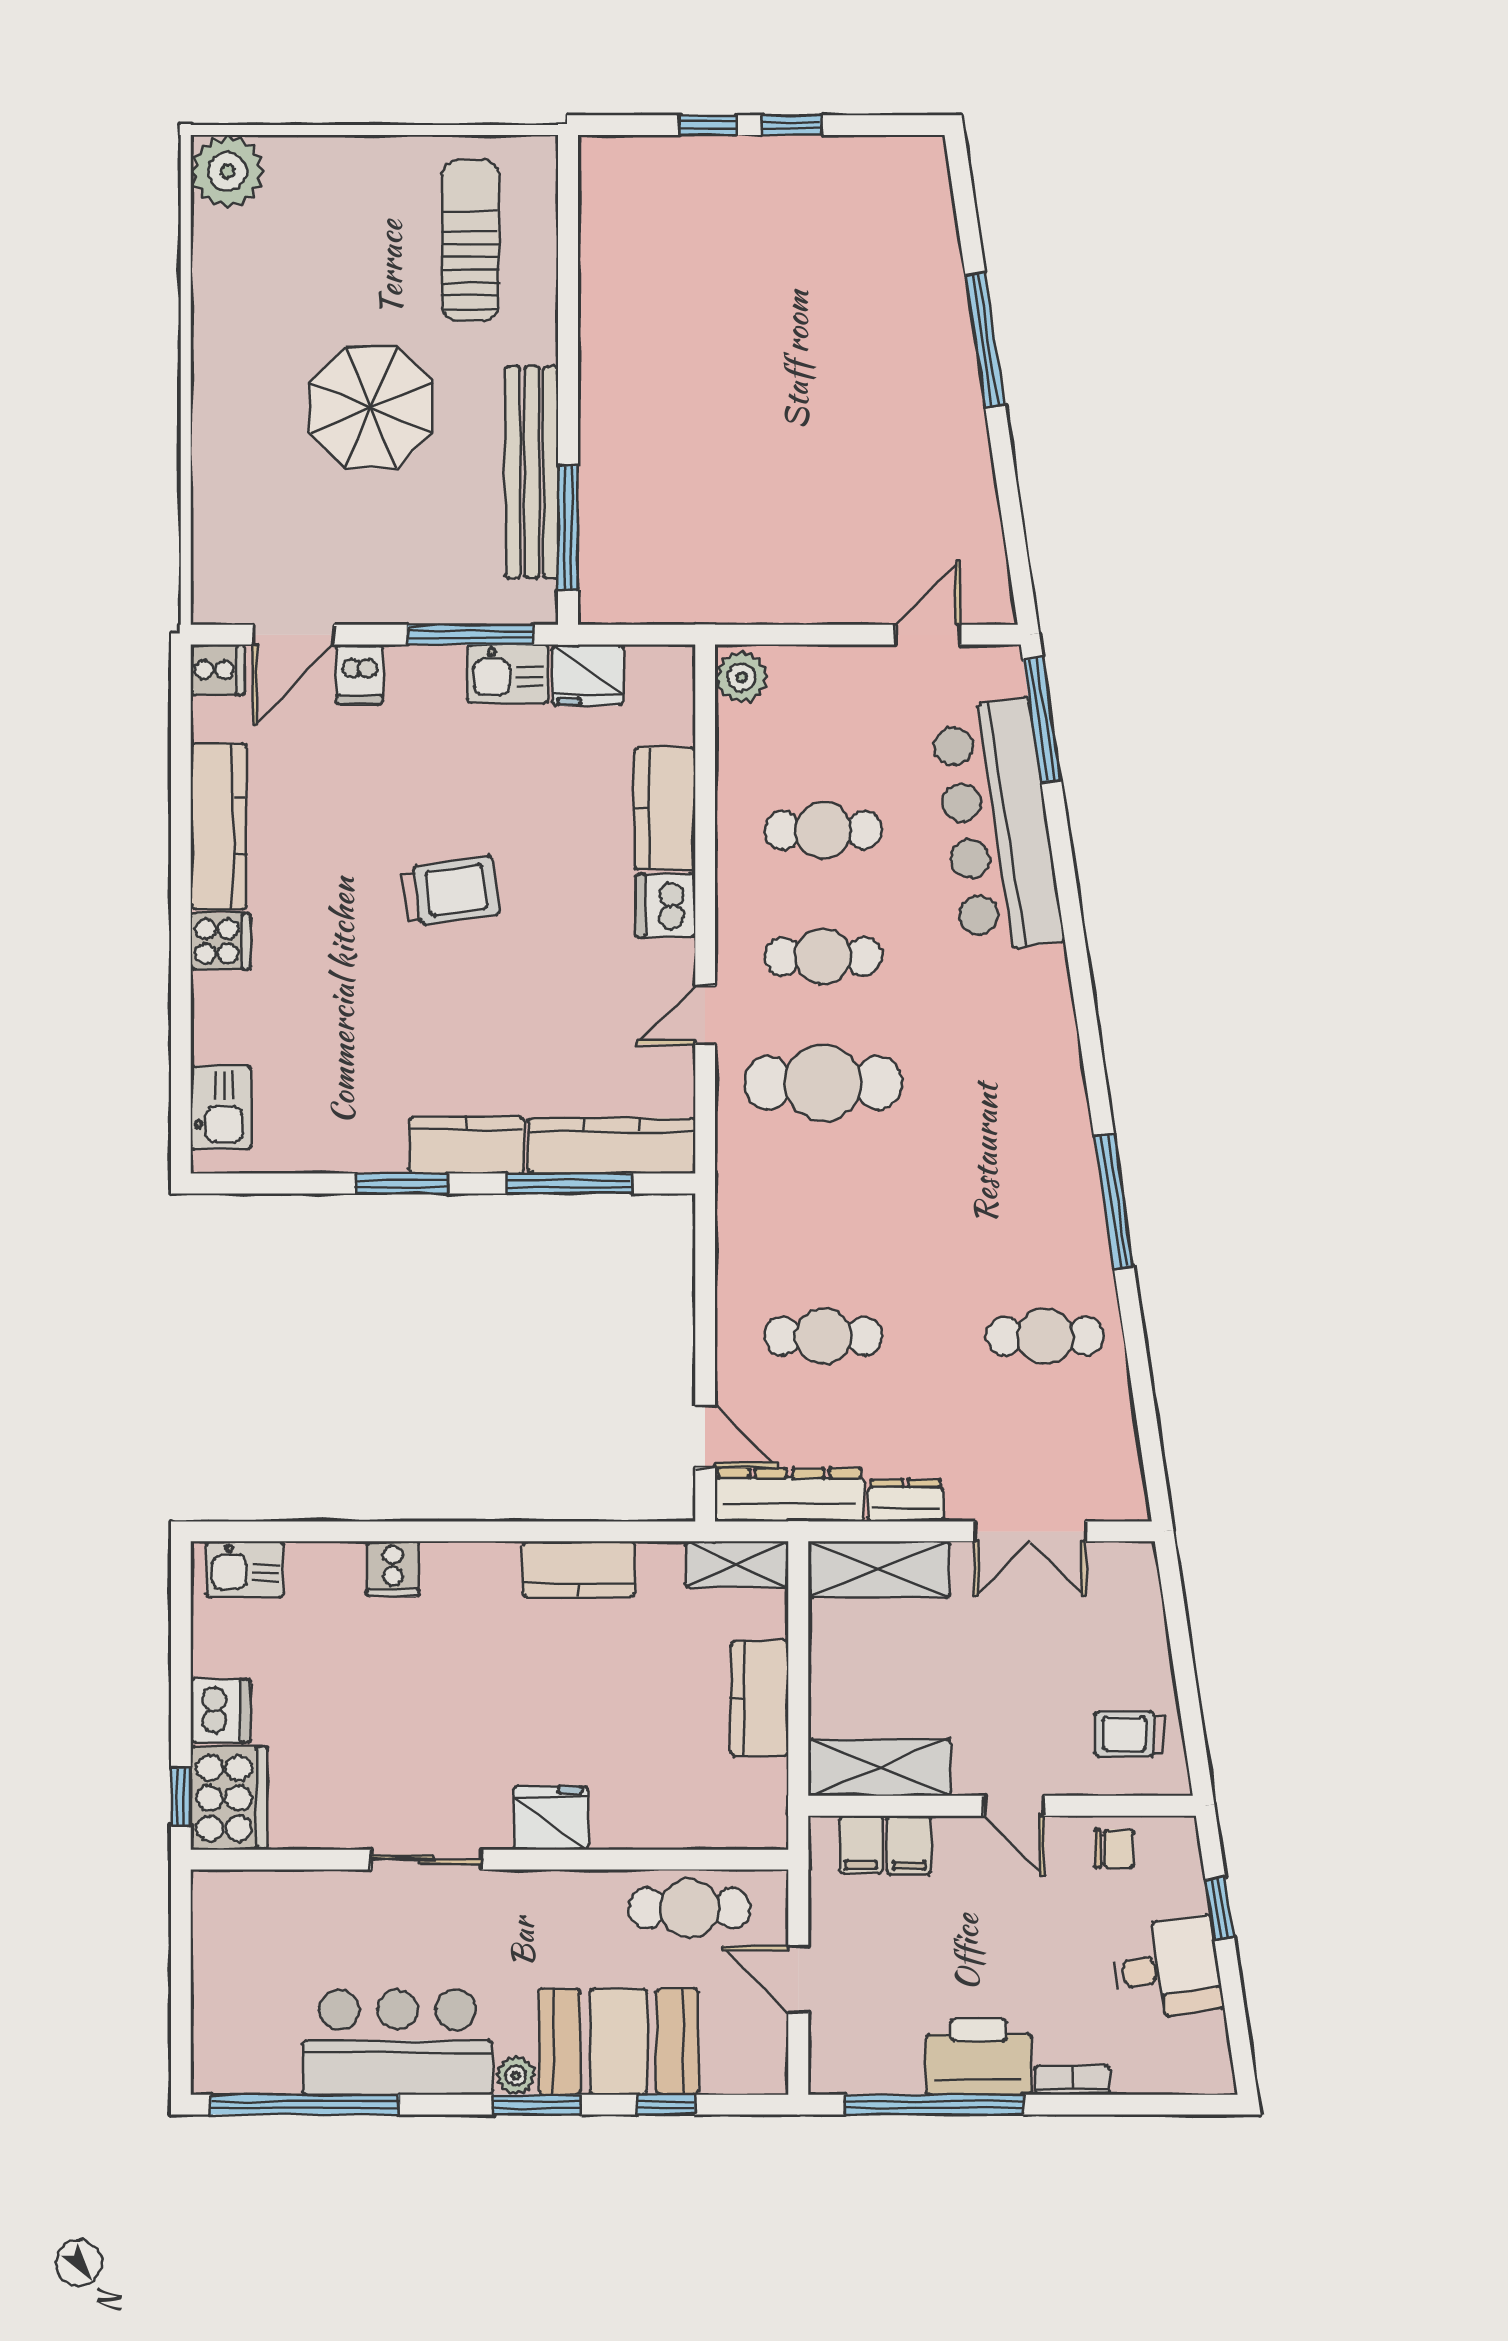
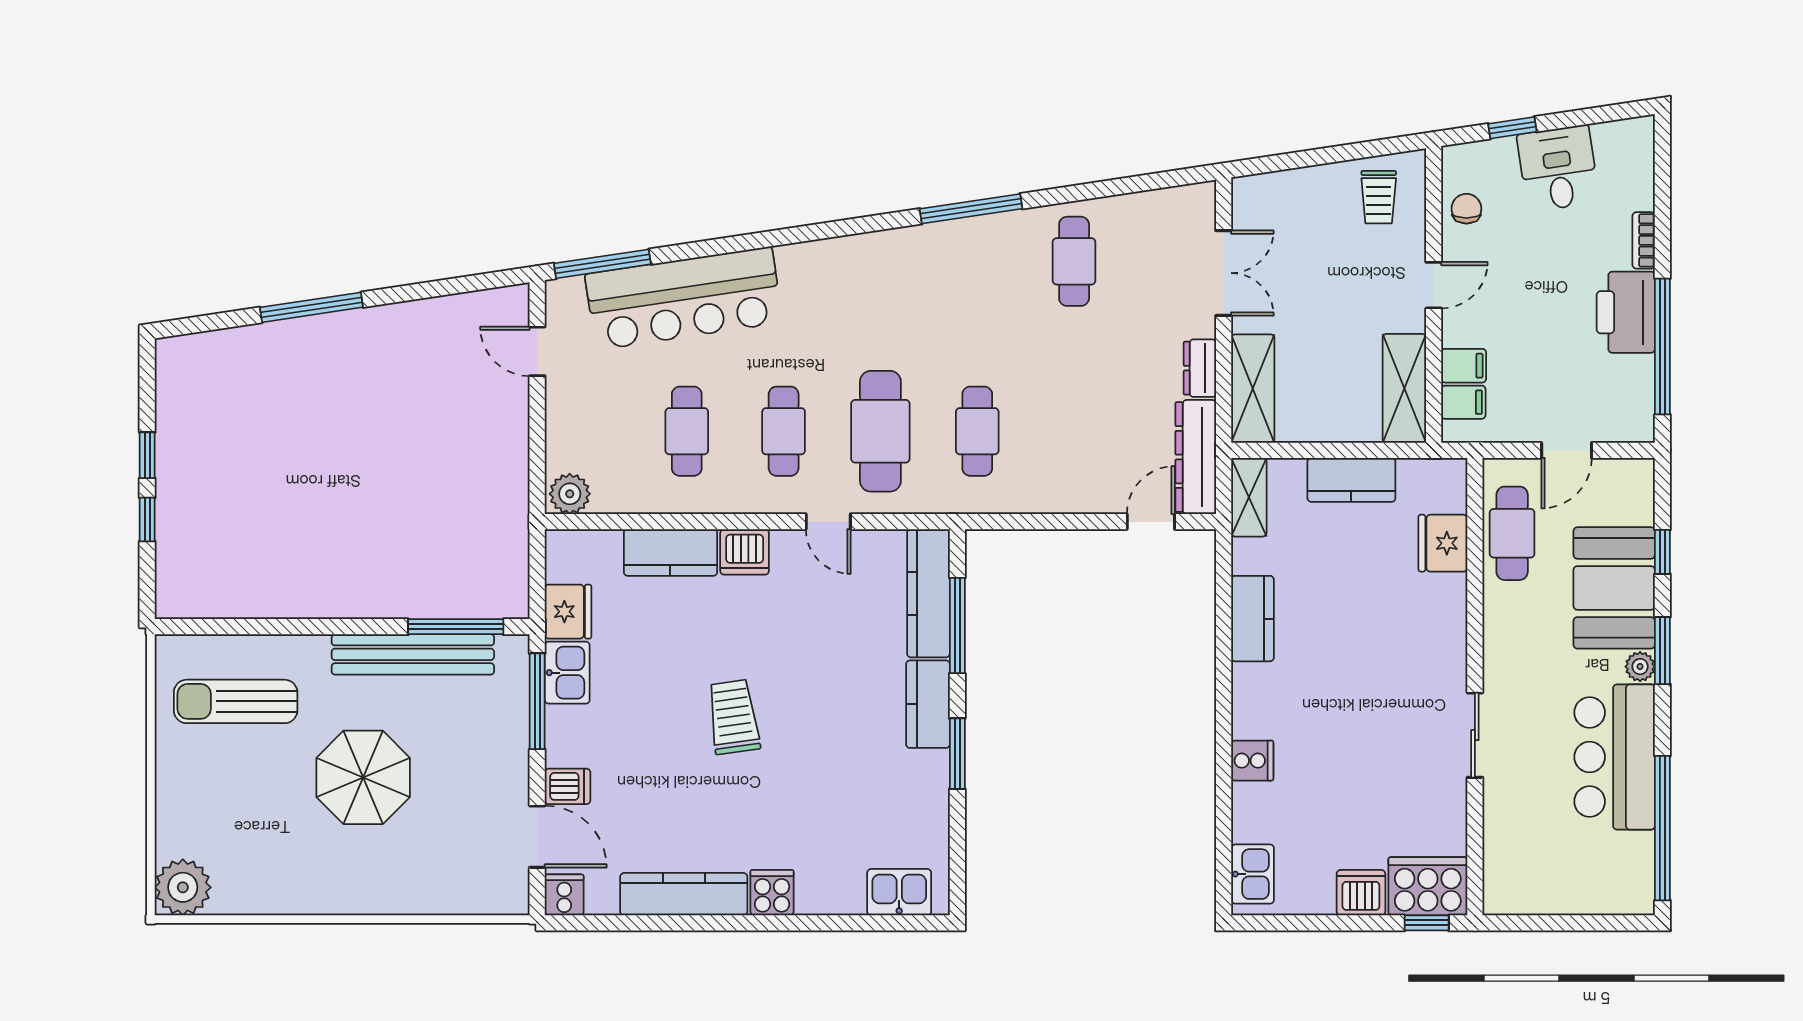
cafe table: (823, 1336) -> (977, 431), moved
fridge: (551, 1818) -> (1443, 543), moved

